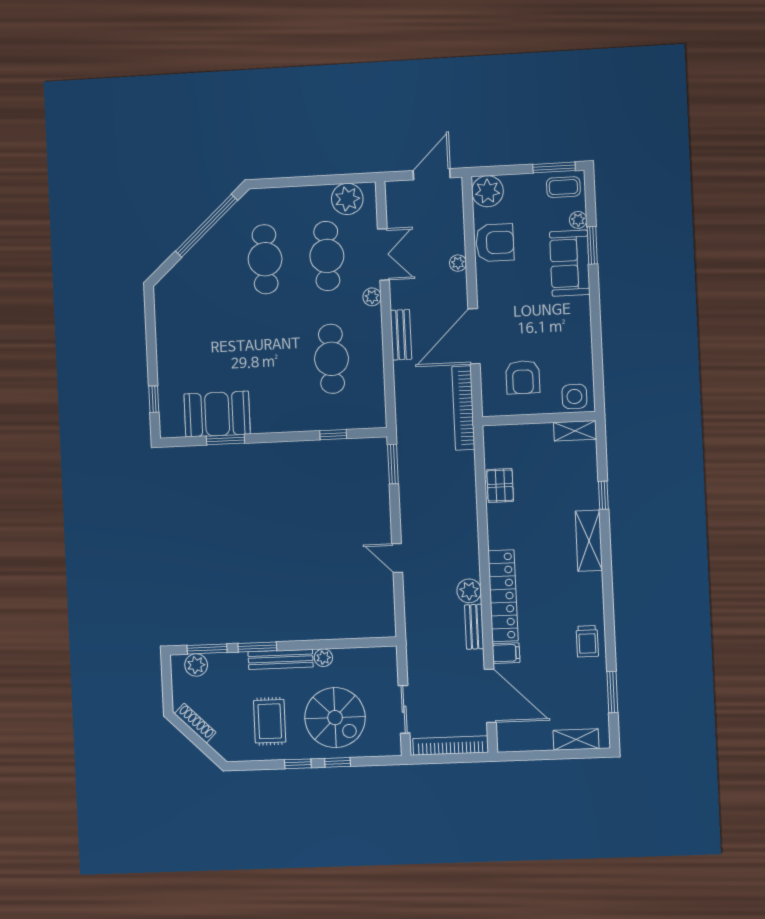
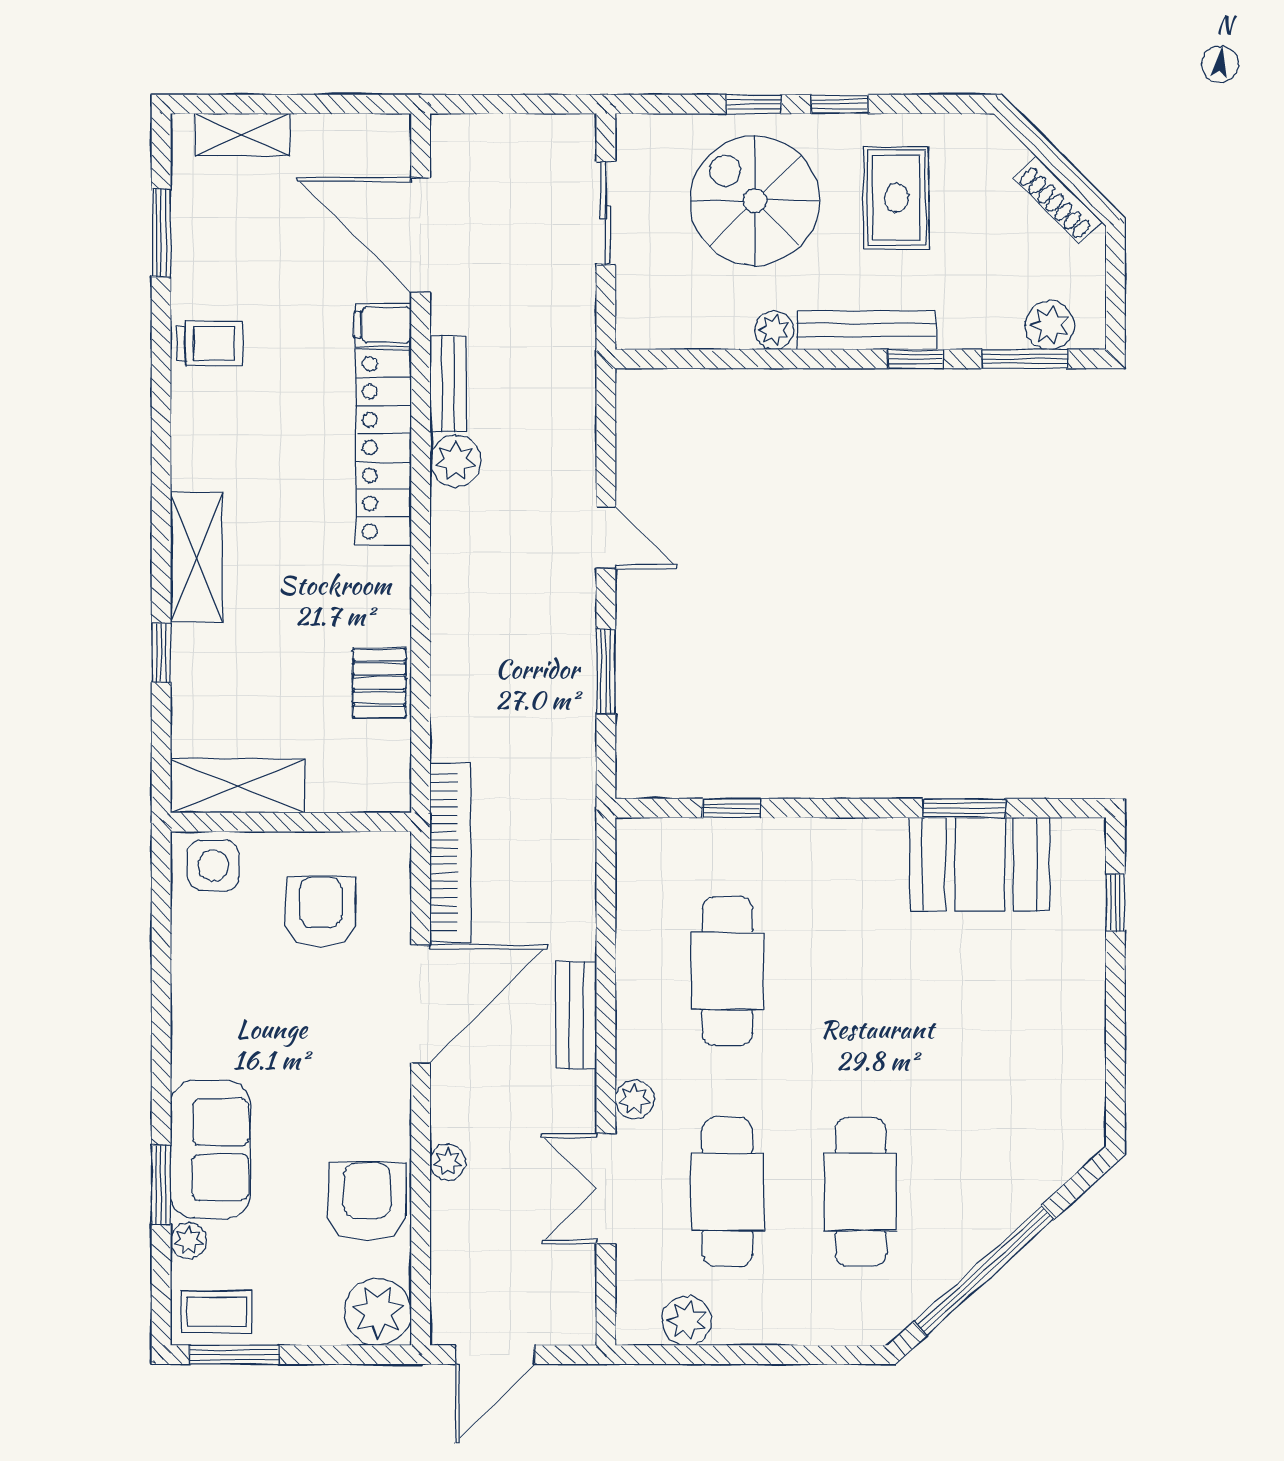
plant: (347, 199) -> (687, 1321), width x0.73, depth x0.73
armchair: (495, 243) -> (367, 1201), turned 90
shelving: (575, 431) -> (238, 786), width x1.50, depth x1.33
window: (393, 464) -> (606, 671), moved
trolley: (587, 641) -> (209, 343), turned 90
window: (257, 647) -> (916, 359), width x0.67
bookcase: (451, 746) -> (510, 132), removed

